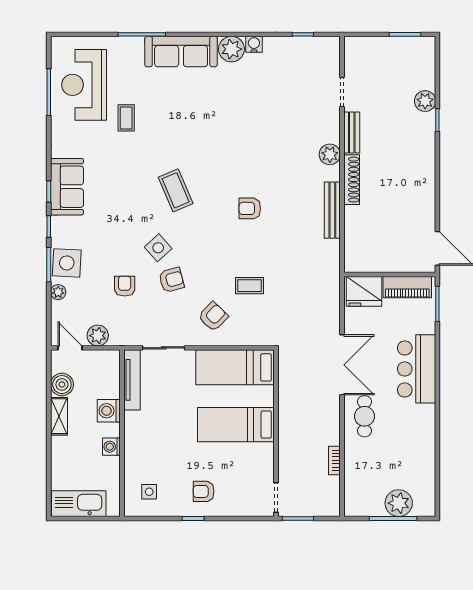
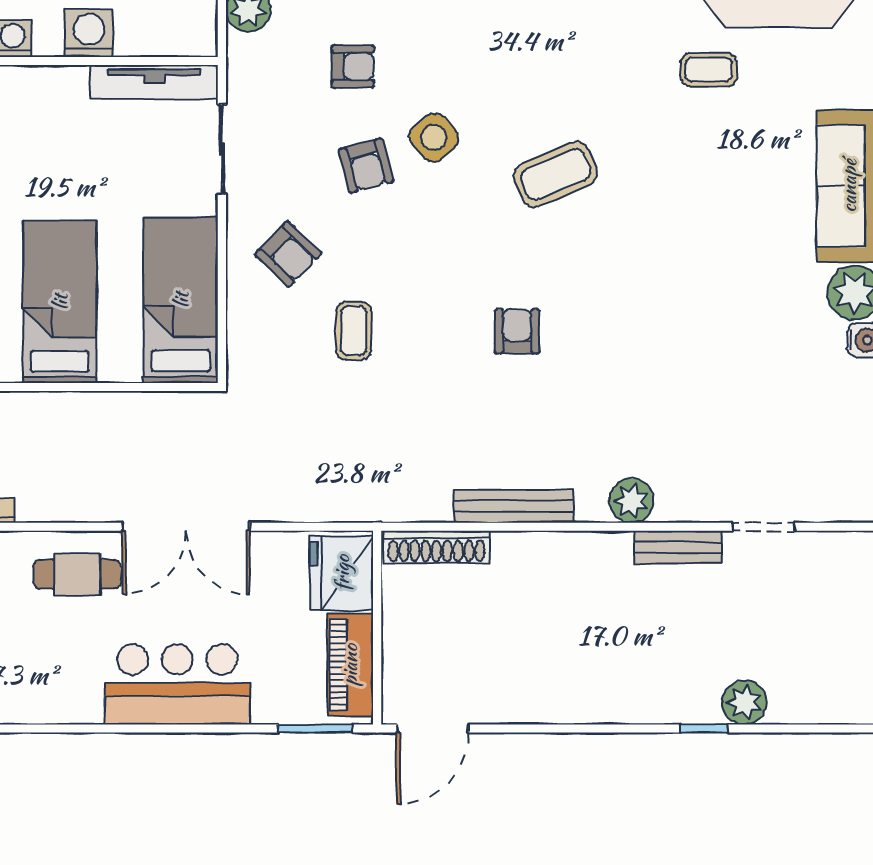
shoe rack: (352, 180) -> (437, 547), moved

